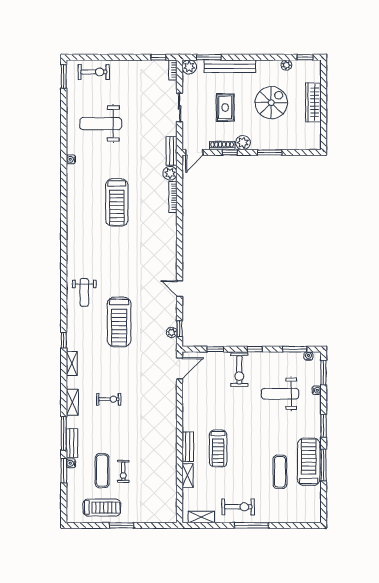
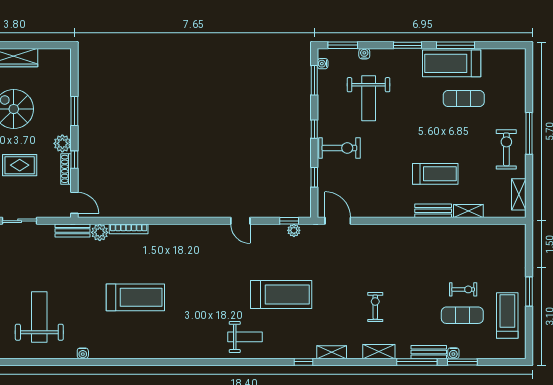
weight bench: (101, 124) -> (39, 317), turned 180
door: (180, 289) -> (240, 221), hinge flipped

